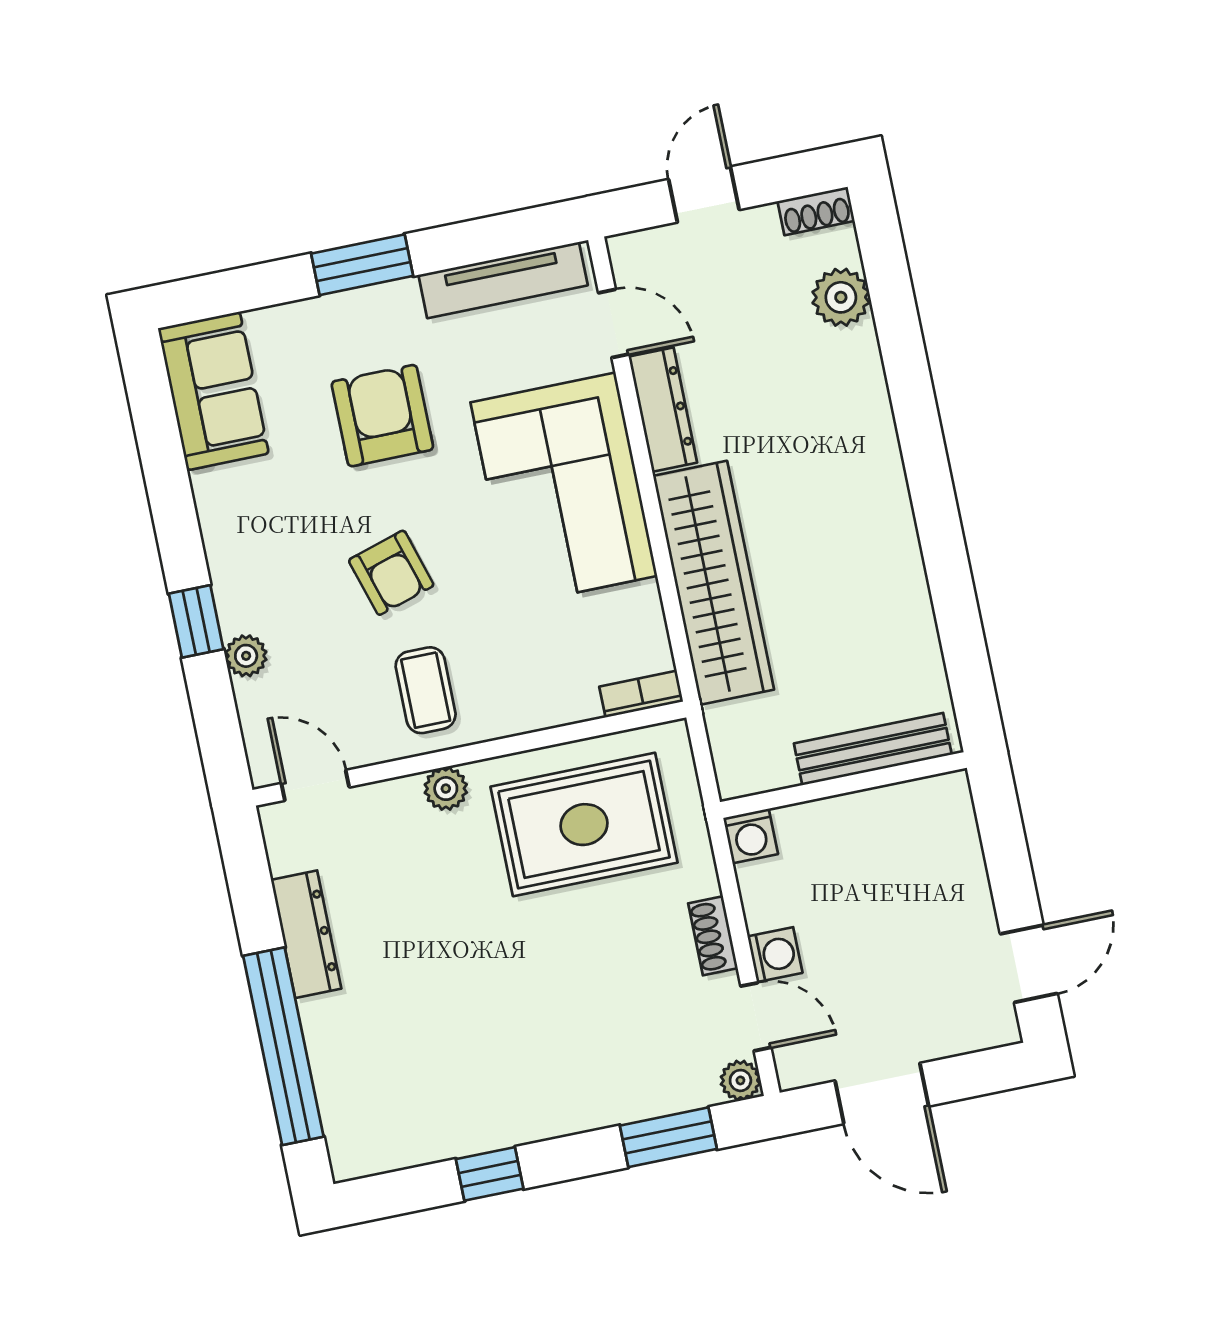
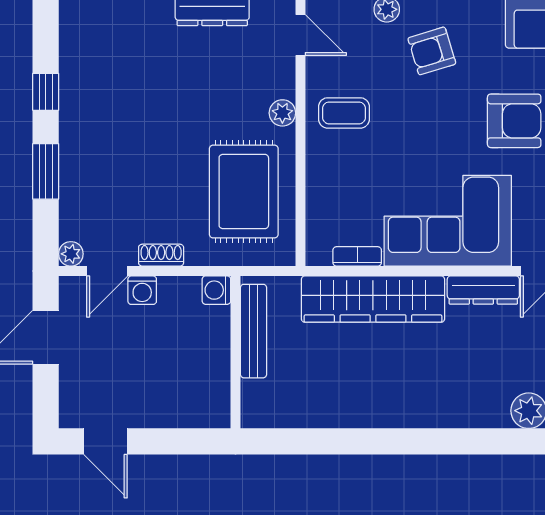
armchair: (391, 573) -> (432, 51), moved
bookcase: (641, 694) -> (357, 256), moved, turned -90
bench: (873, 749) -> (254, 331), moved
door: (315, 785) -> (300, 35), hinge flipped
window: (668, 1137) -> (46, 171), moved

